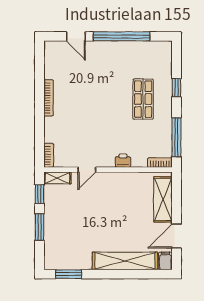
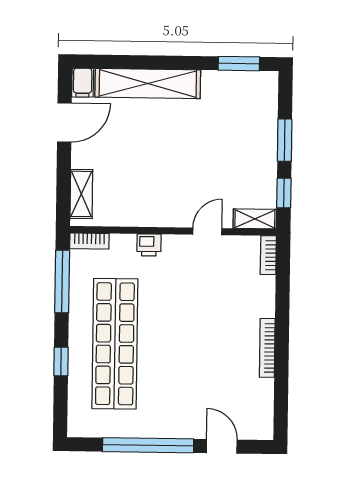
shop shelf: (143, 99) -> (115, 344), width x2.00, depth x1.36
shelving: (163, 199) -> (81, 194), width x0.67, depth x0.75

